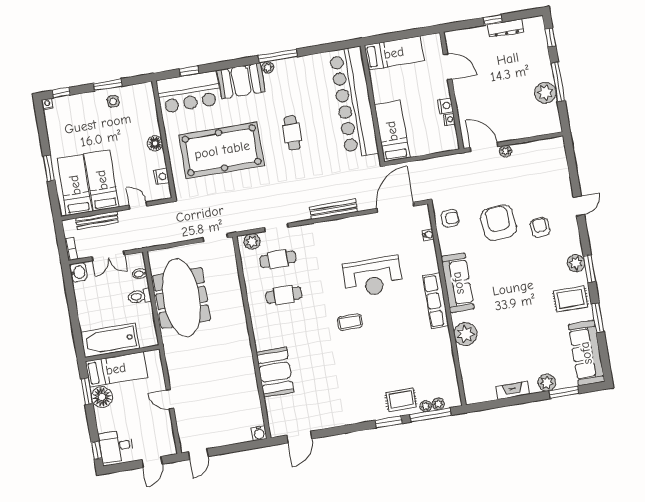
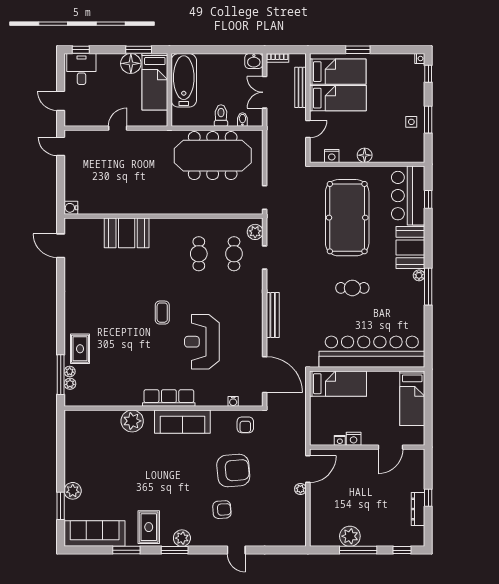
fireplace: (513, 390) -> (71, 457), removed
window: (389, 422) -> (61, 334), removed

